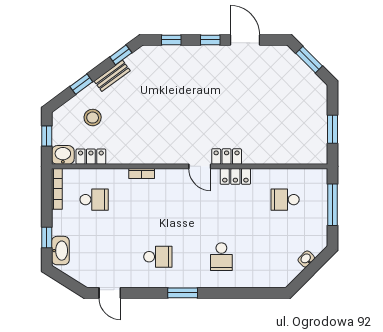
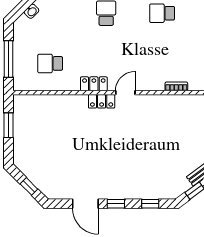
window: (309, 60) -> (29, 186), width x0.67
door: (200, 166) -> (125, 93), hinge flipped
school desk: (285, 200) -> (50, 63), turned 180

